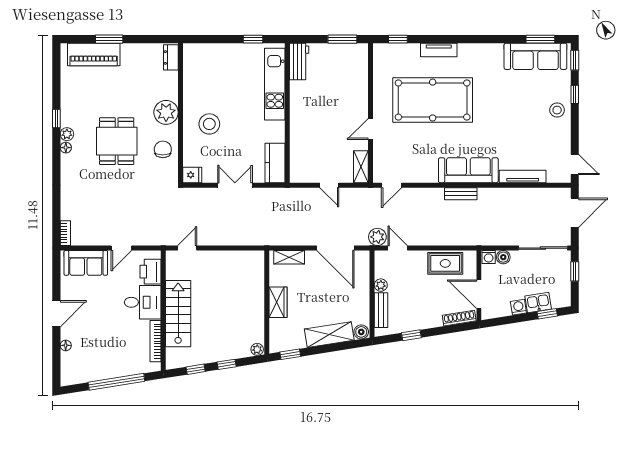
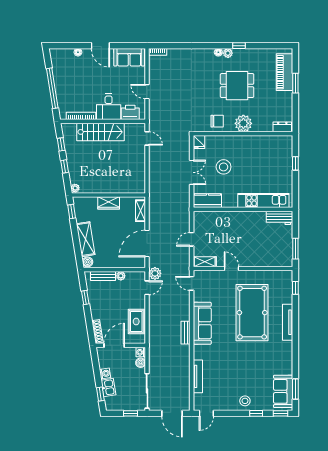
window: (253, 39) -> (295, 163), moved
tv unit: (439, 50) -> (288, 322), width x1.41
sofa: (535, 56) -> (283, 391), width x0.73
stool: (209, 124) -> (224, 167), moved
dining table: (117, 141) -> (237, 86), moved
sofa: (468, 170) -> (202, 323), moved
sofa: (86, 263) -> (129, 57), moved, turned -90

